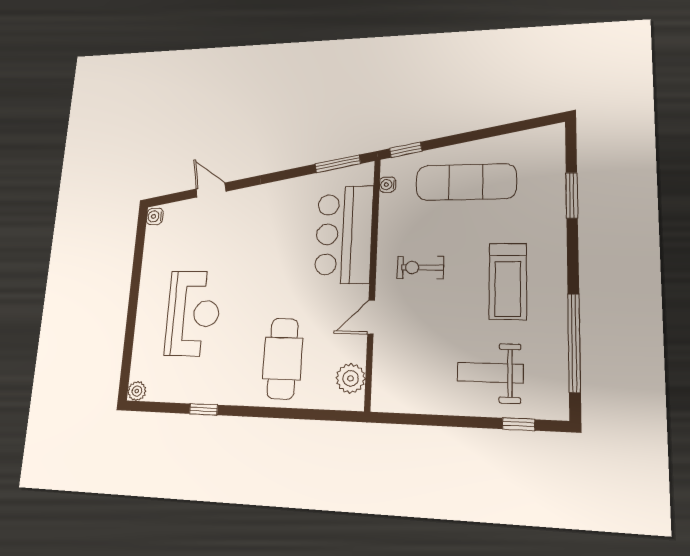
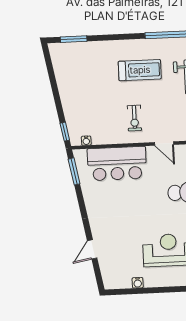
exercise mat: (466, 182) -> (84, 96), removed
window: (572, 195) -> (74, 39), moved
water cooler: (155, 216) -> (138, 283), moved

